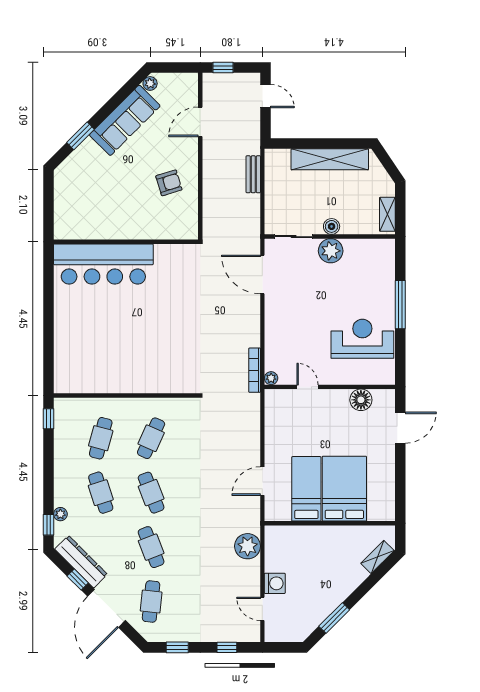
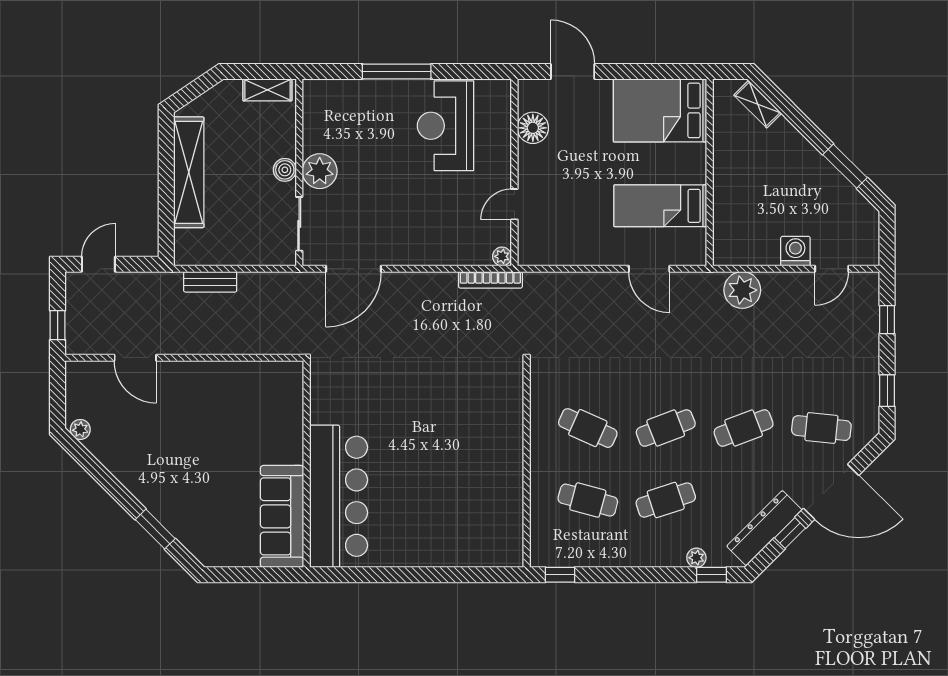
sofa: (125, 120) -> (282, 516), moved, turned -135
armchair: (169, 183) -> (222, 403), removed
bed: (344, 489) -> (660, 110), moved

